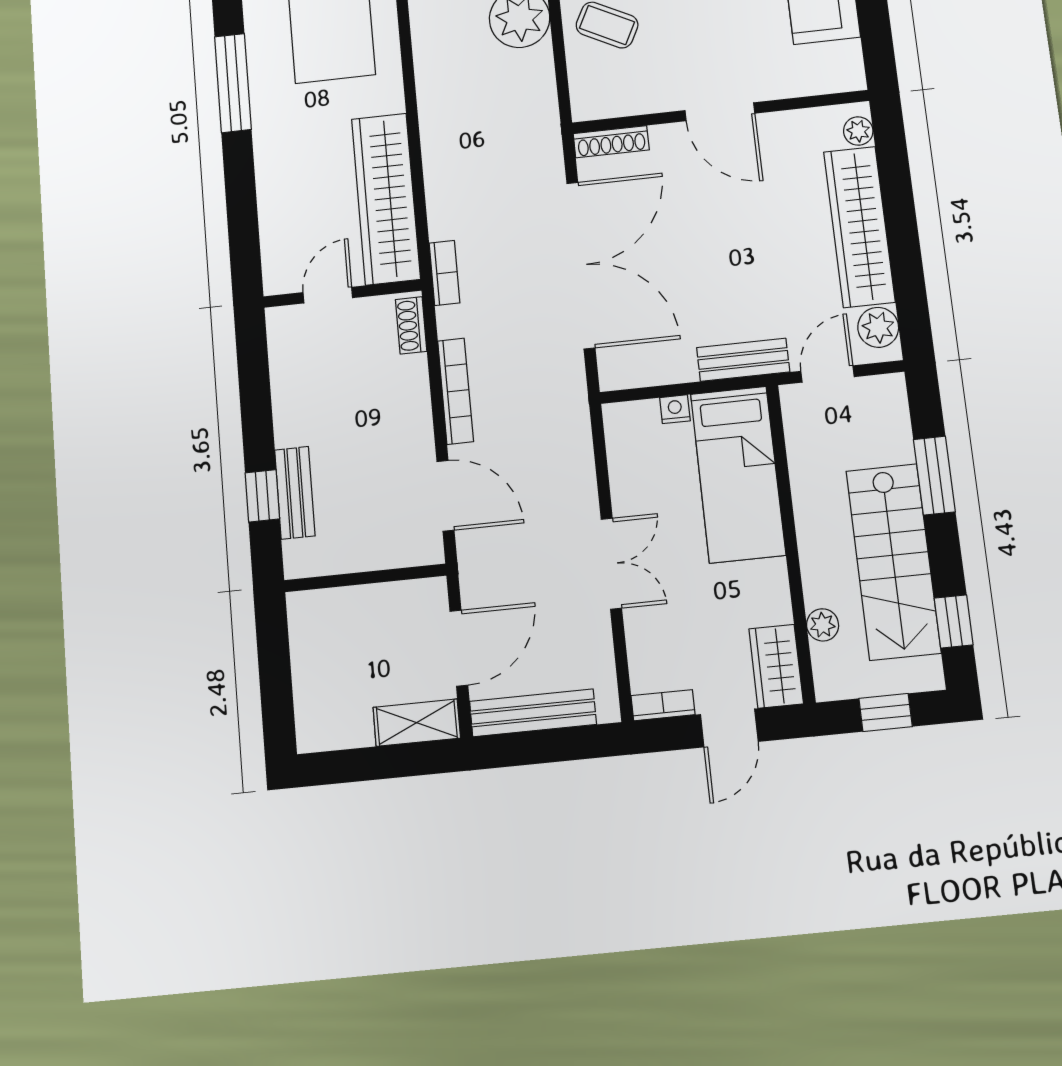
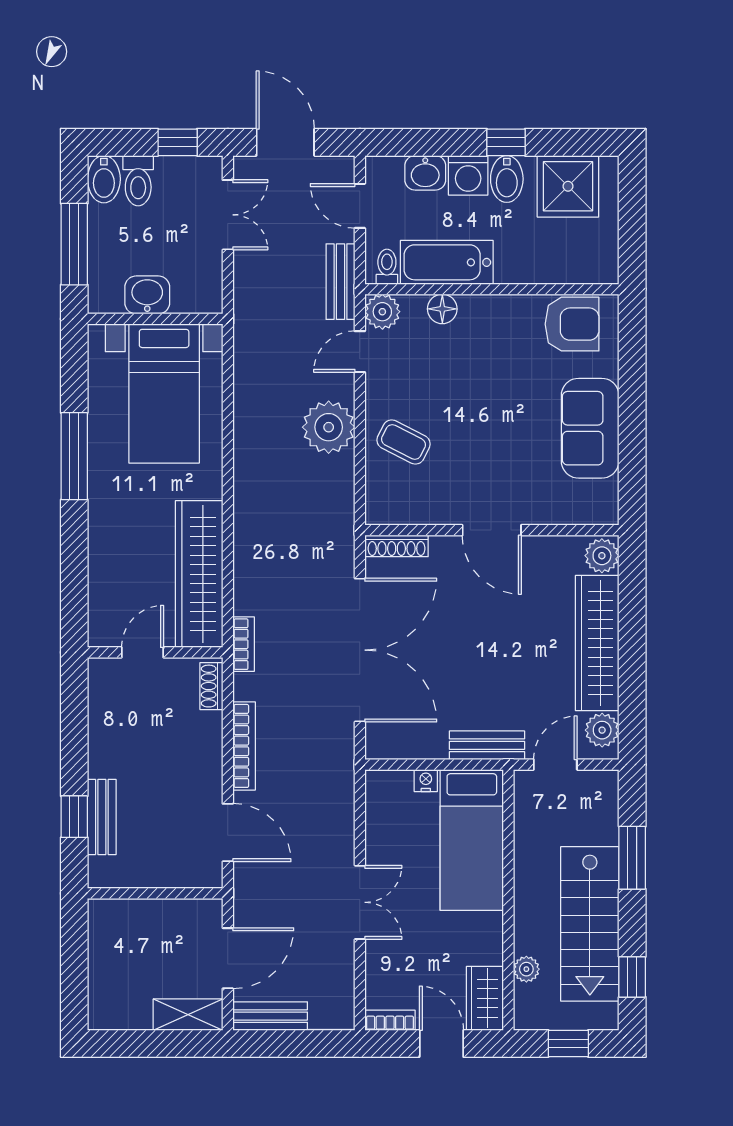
plant: (858, 131) -> (602, 556), width x1.38, depth x1.38
bench: (533, 713) -> (270, 1016), width x0.73
door: (729, 728) -> (441, 1044), swing flipped

